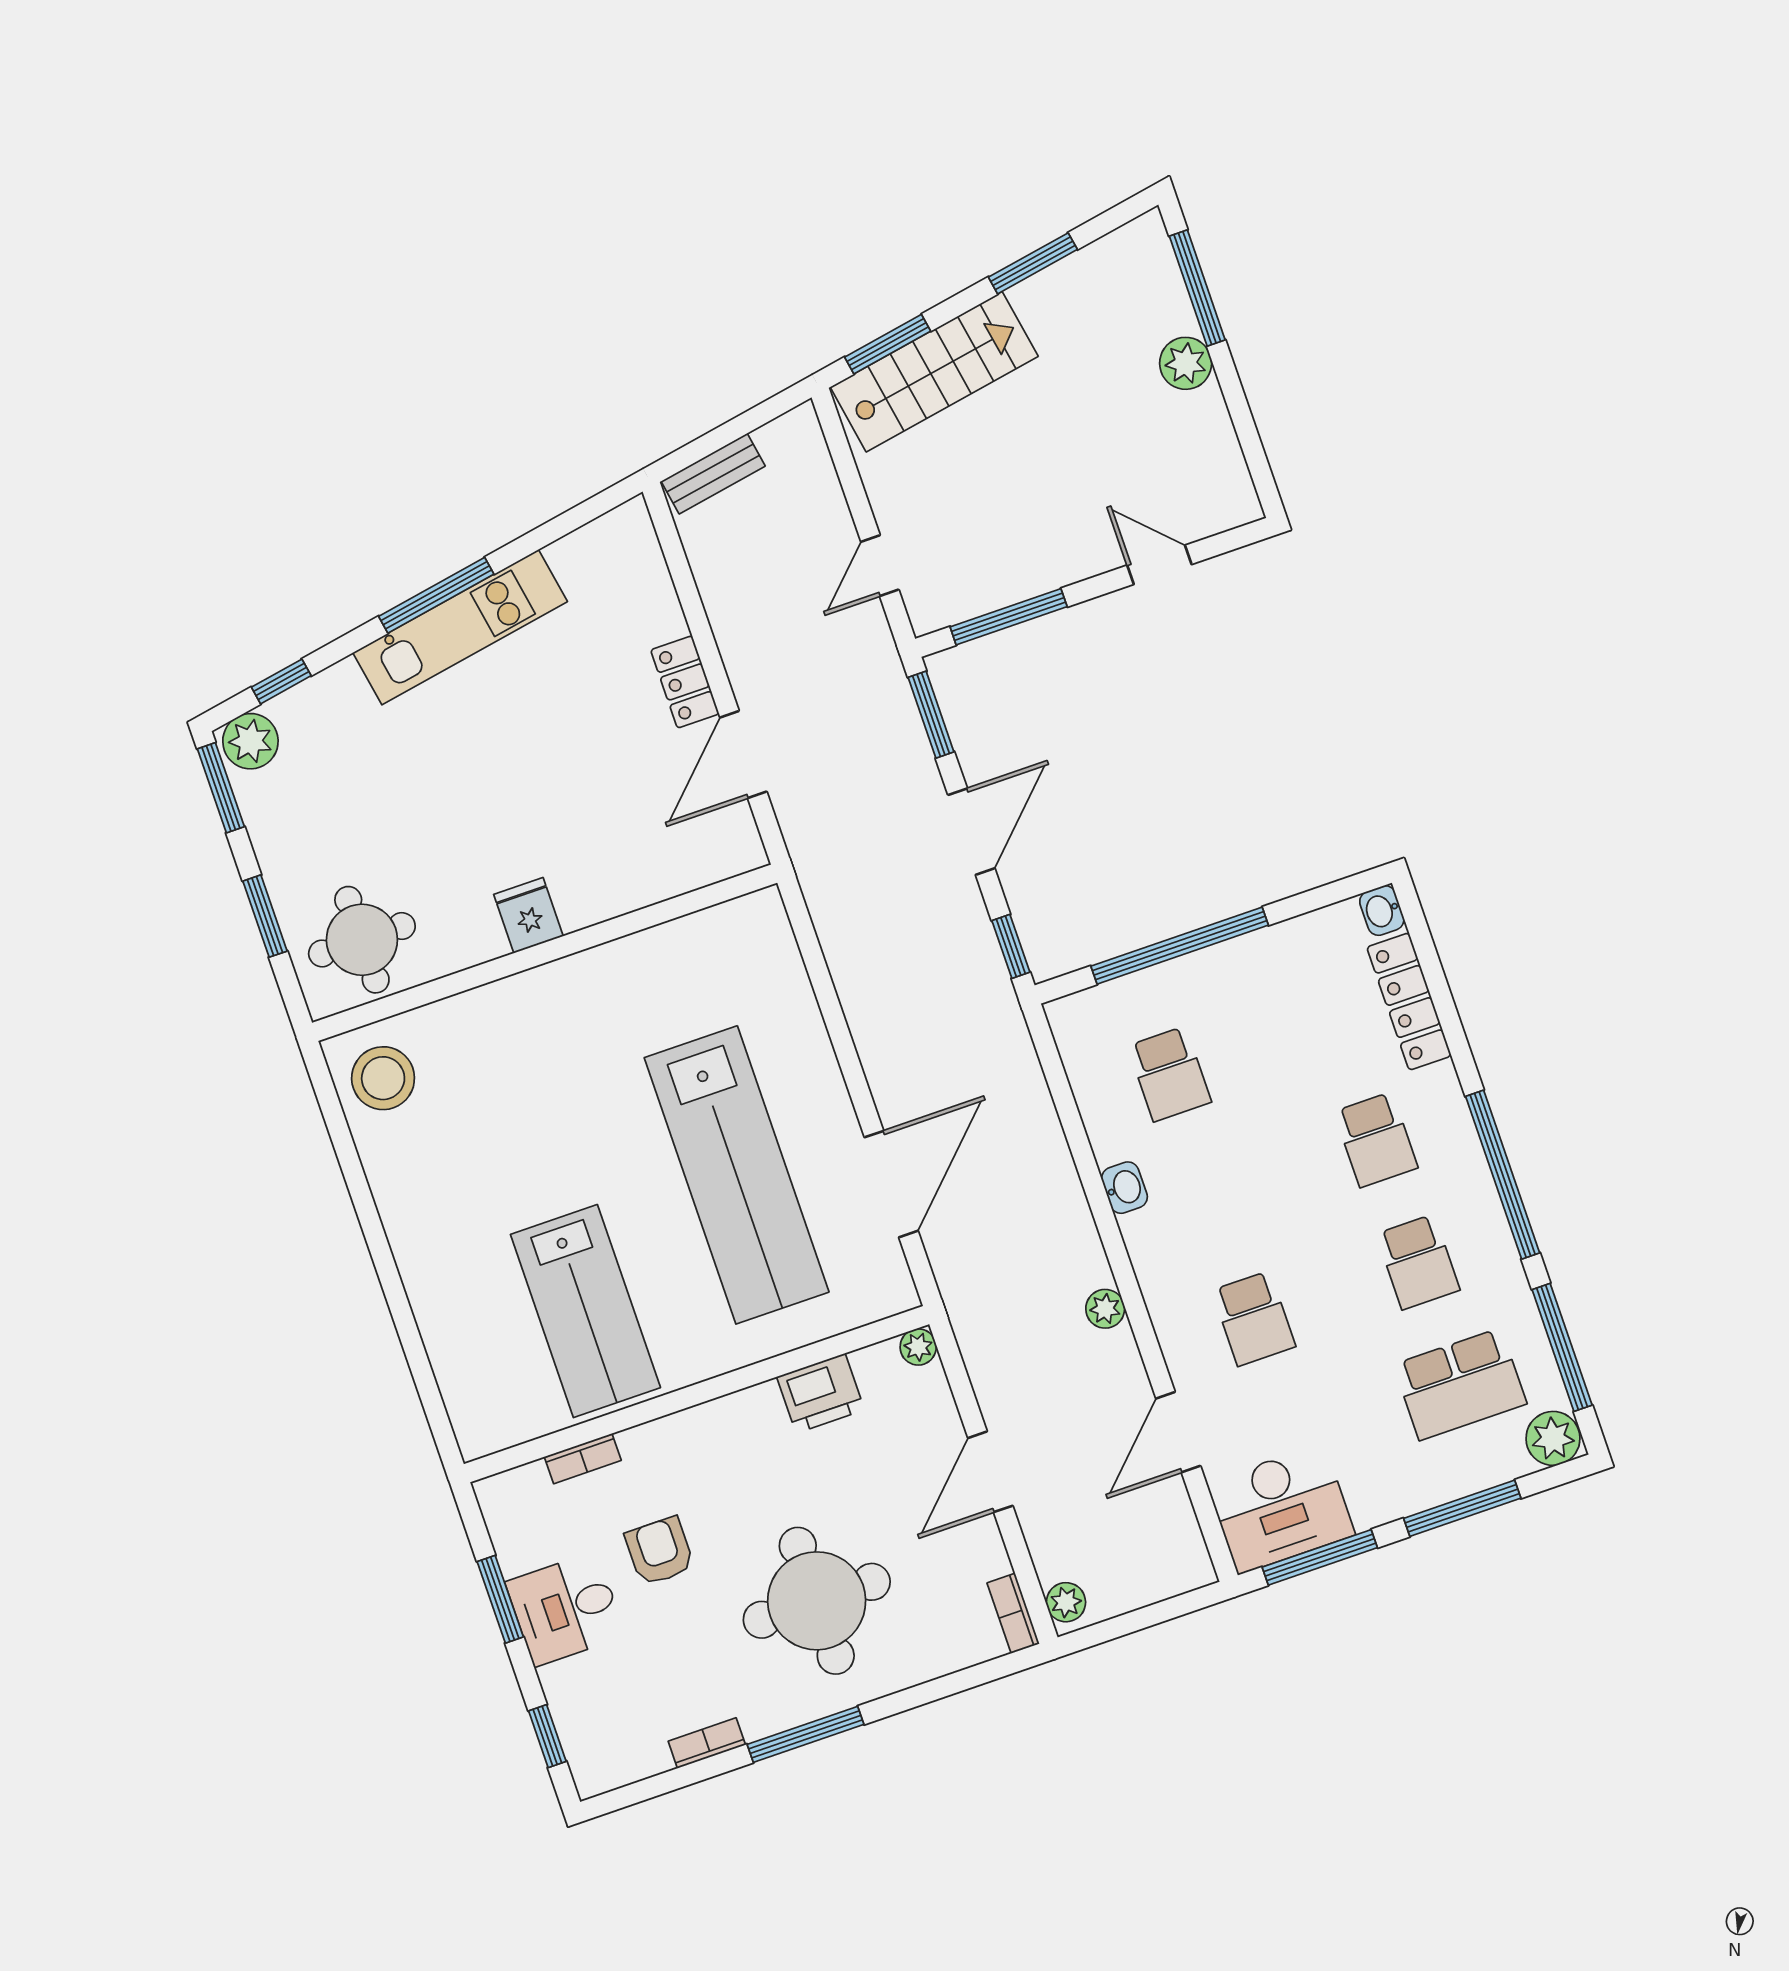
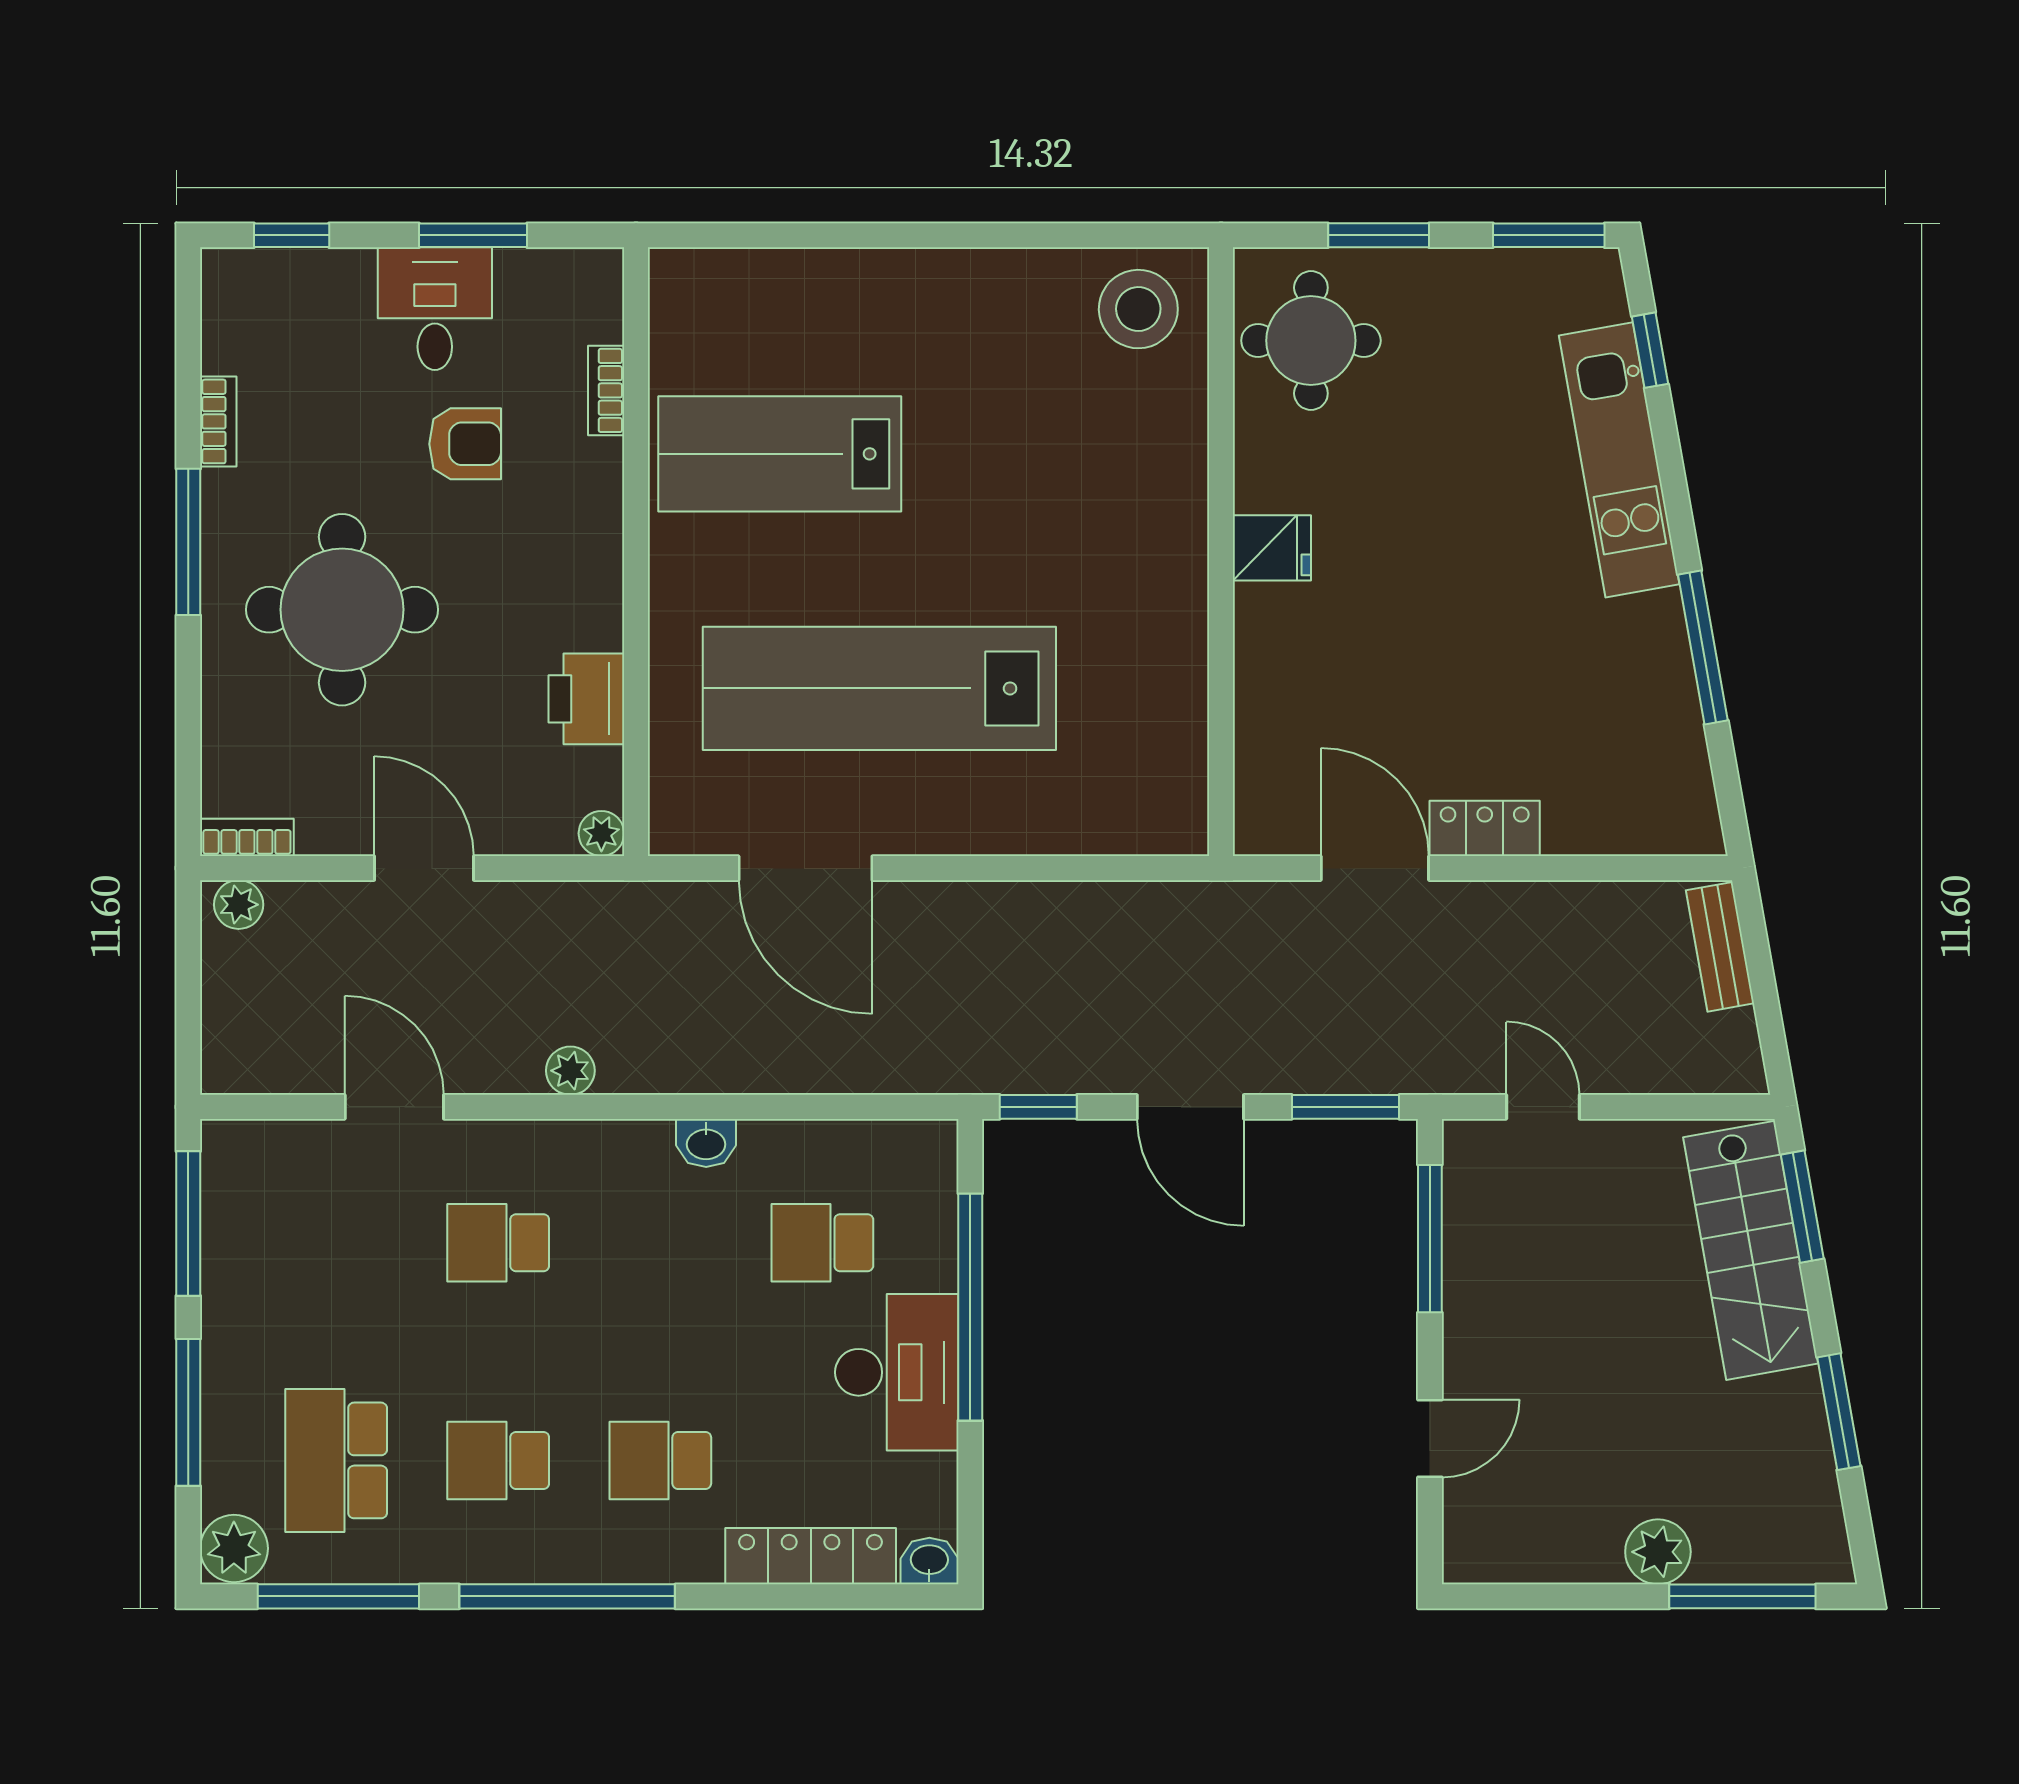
window: (436, 595) -> (1703, 648), moved
kitchen unit: (460, 627) -> (1619, 460), moved
plant: (250, 741) -> (1592, 289), removed
desk: (1281, 1509) -> (897, 1372), moved, turned 180

